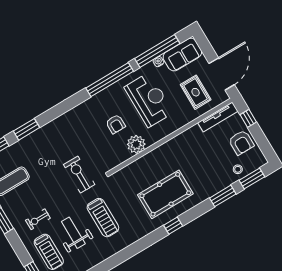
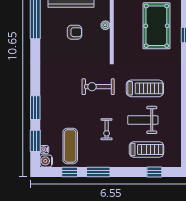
plant: (136, 144) -> (105, 25), width x0.53, depth x0.53
exercise bike: (38, 219) -> (107, 129), moved

